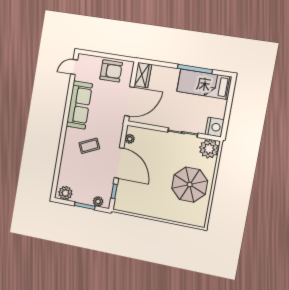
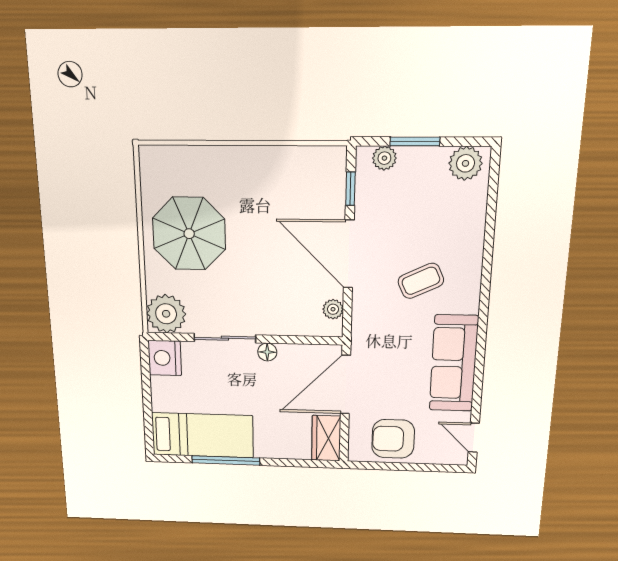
door: (74, 67) -> (474, 438), swing flipped
floor lamp: (164, 123) -> (267, 352), added

